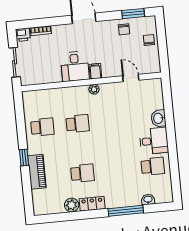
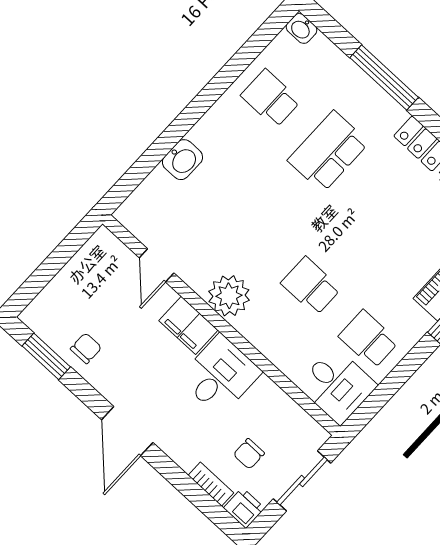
chair: (149, 40) -> (249, 454), moved
filing cabinet: (95, 71) -> (188, 325), width x2.00
plant: (94, 89) -> (229, 296), width x1.88, depth x1.88
desk: (154, 141) -> (337, 385), moved, turned 180
school desk: (82, 173) -> (328, 152), moved, width x1.85
washbasin: (148, 199) -> (301, 28), moved

